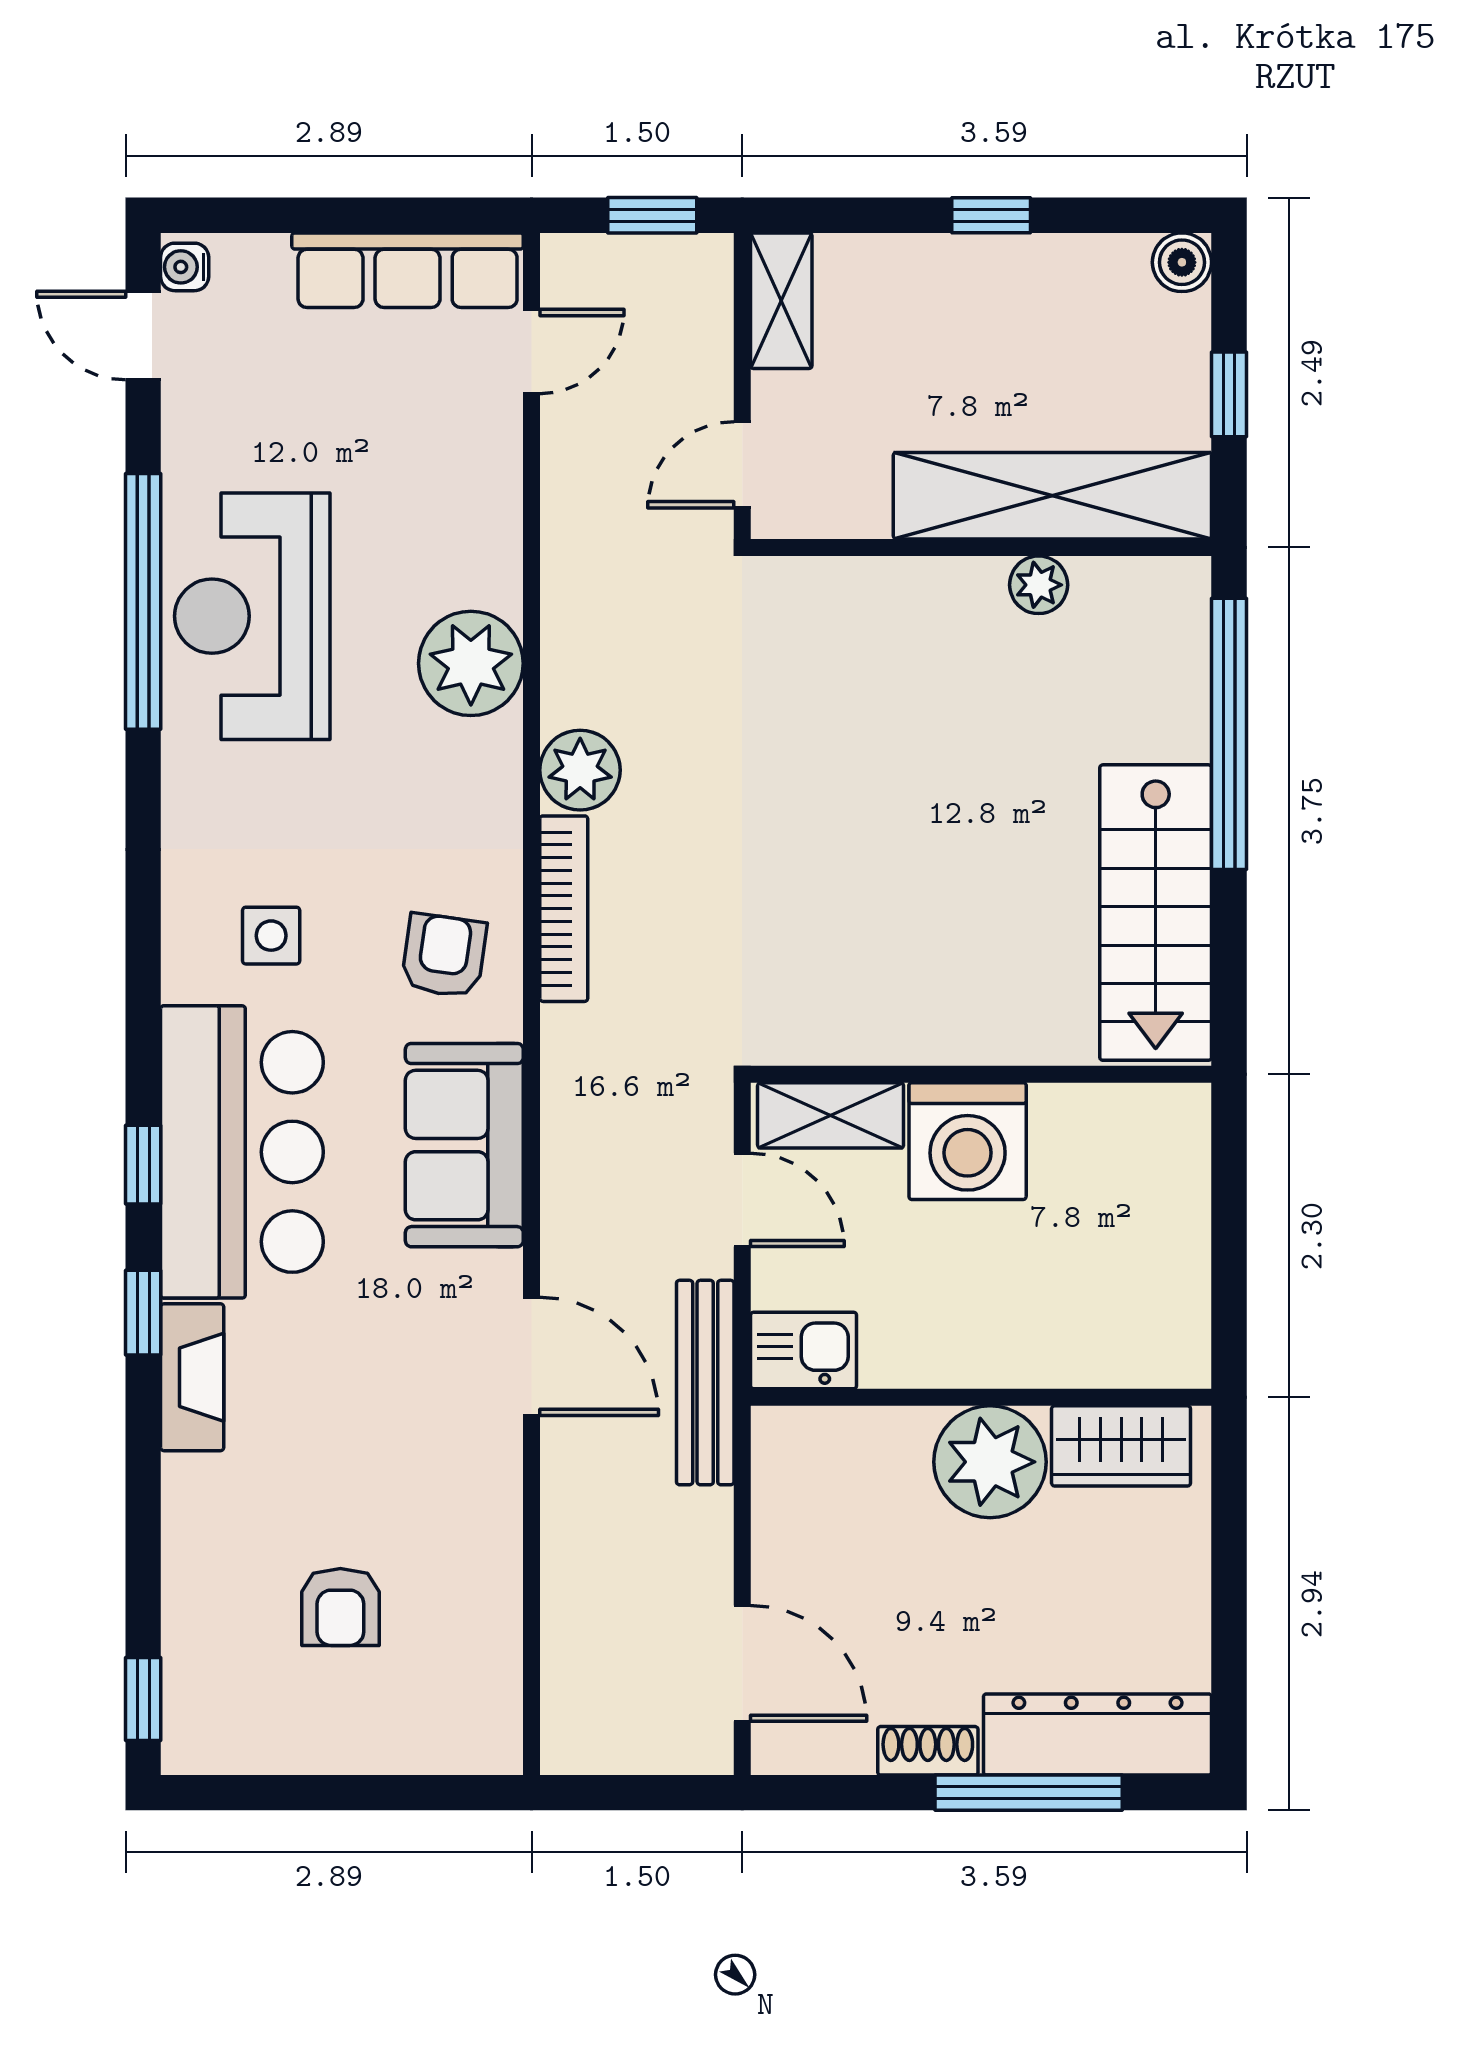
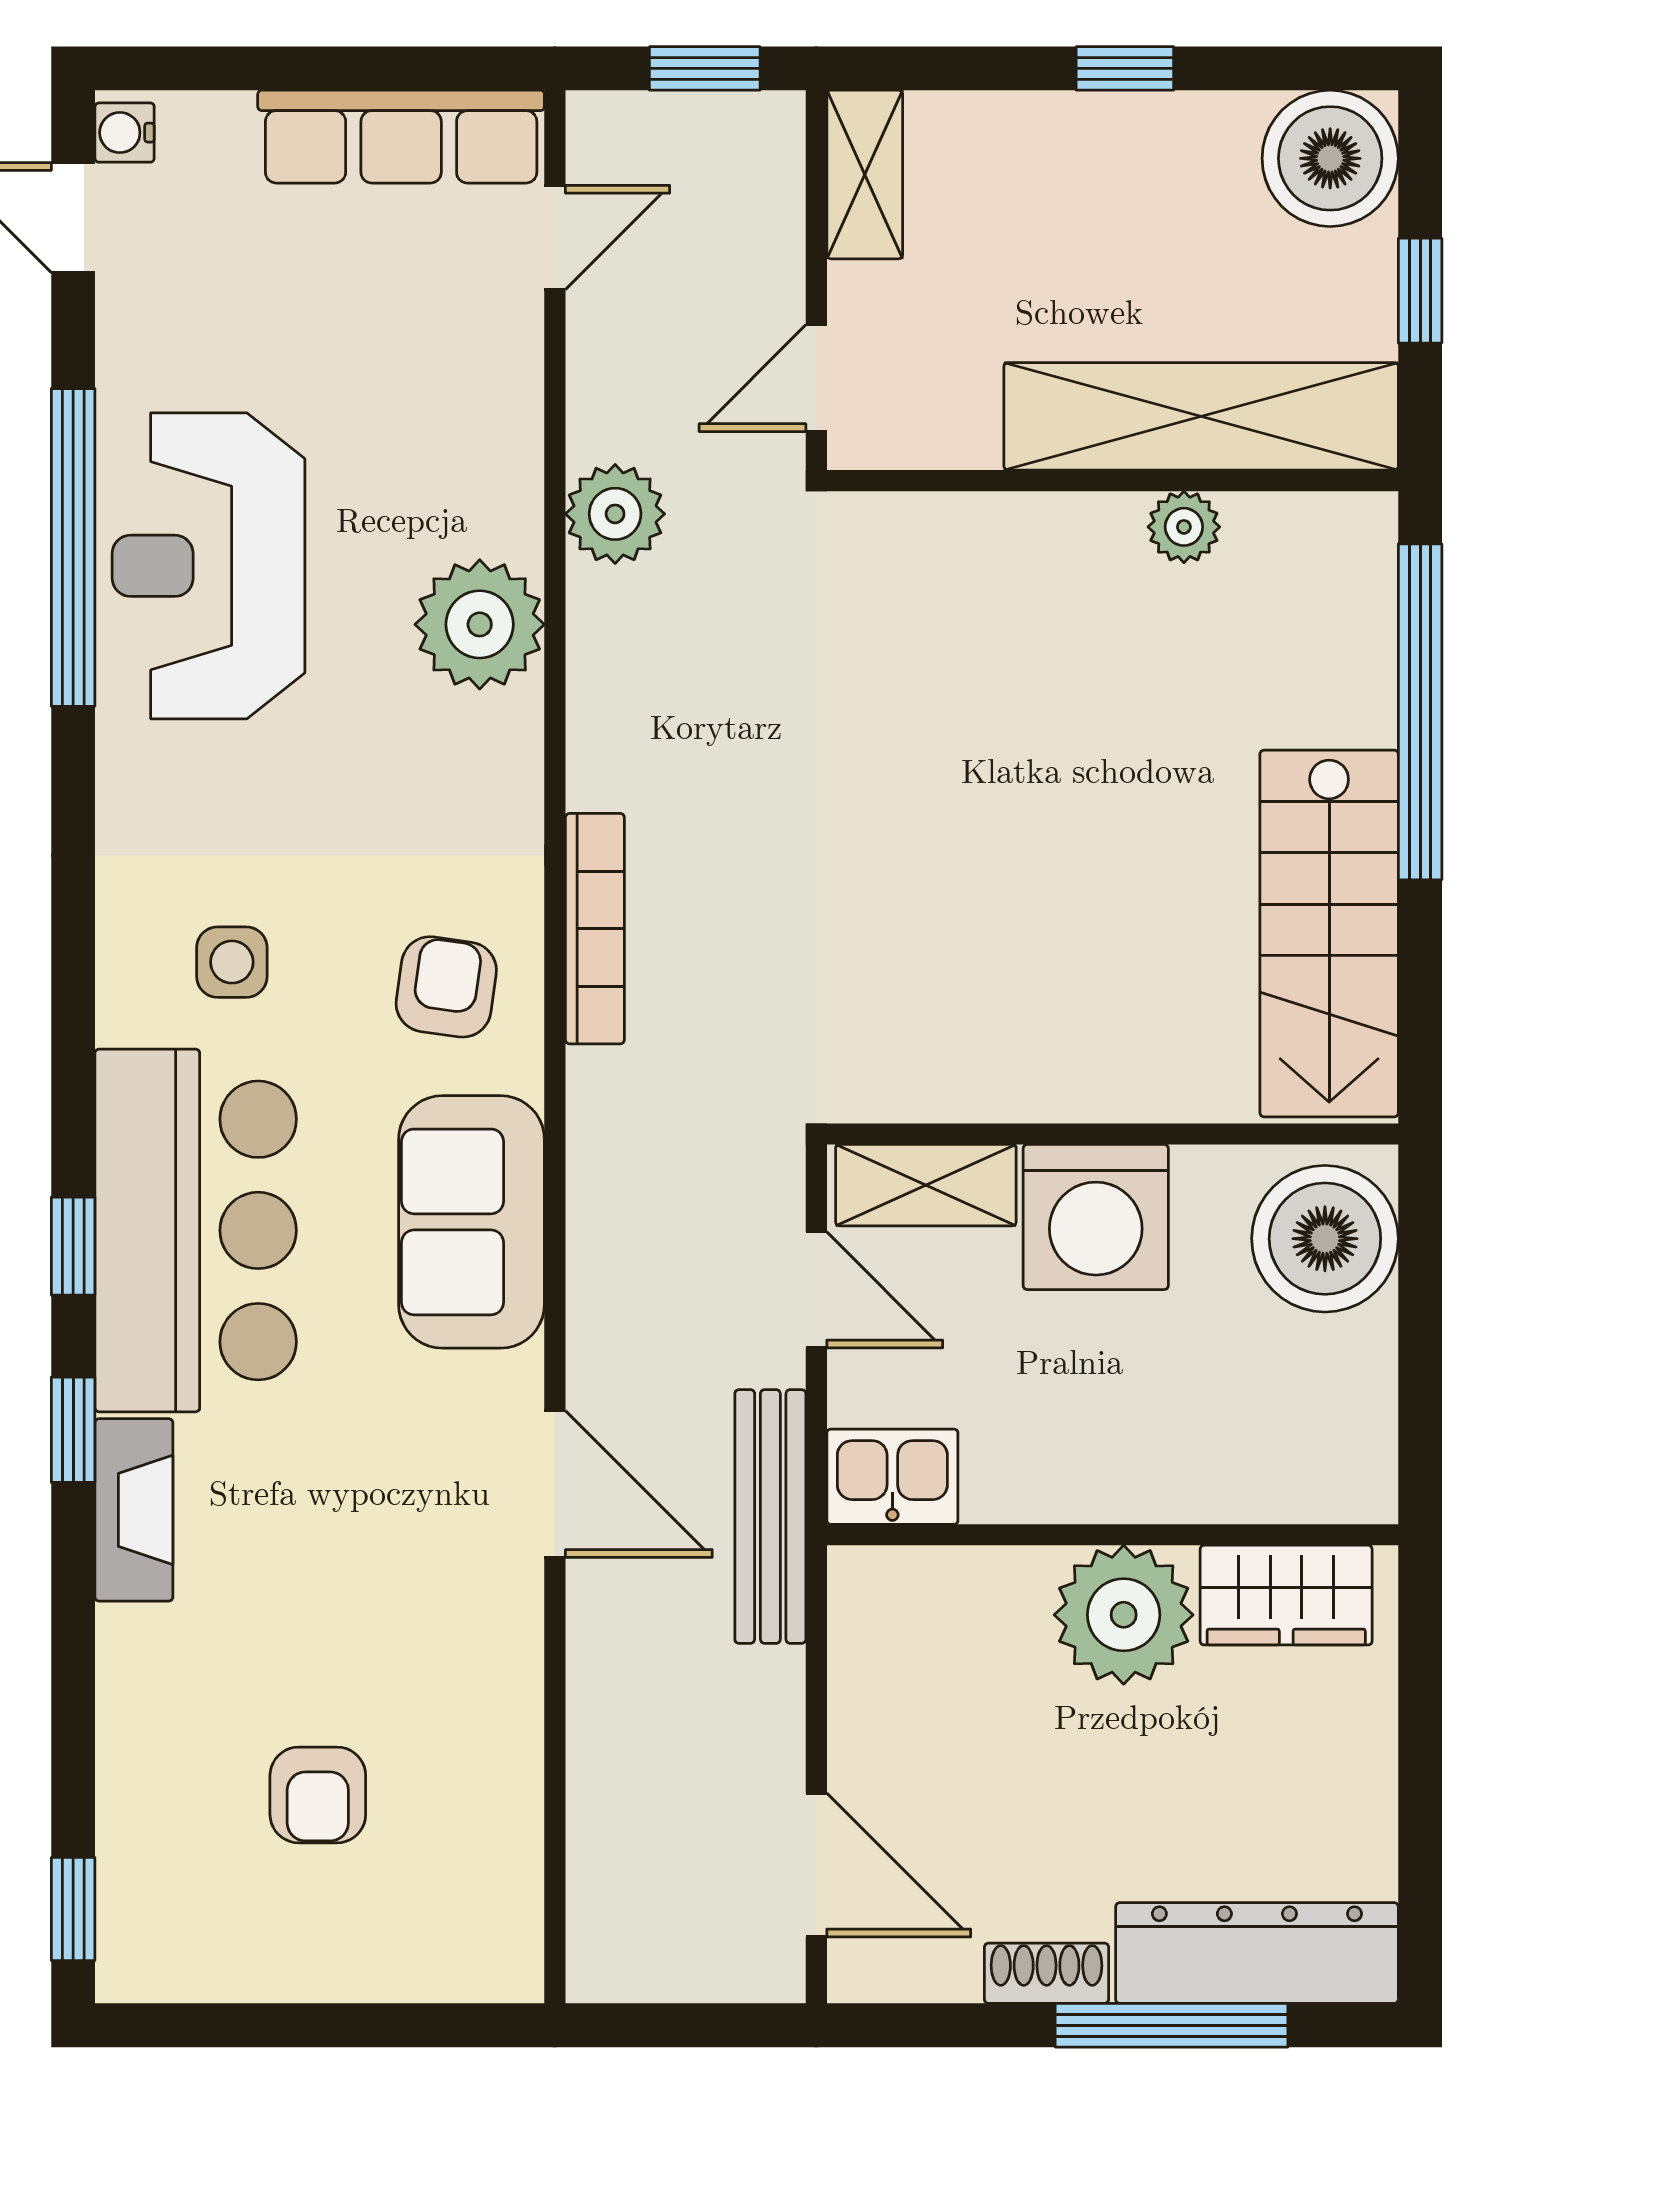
boiler: (1182, 262) -> (1330, 158), width x1.86, depth x1.86
plant: (580, 770) -> (615, 514), moved
boiler: (1152, 1159) -> (1325, 1239), added

